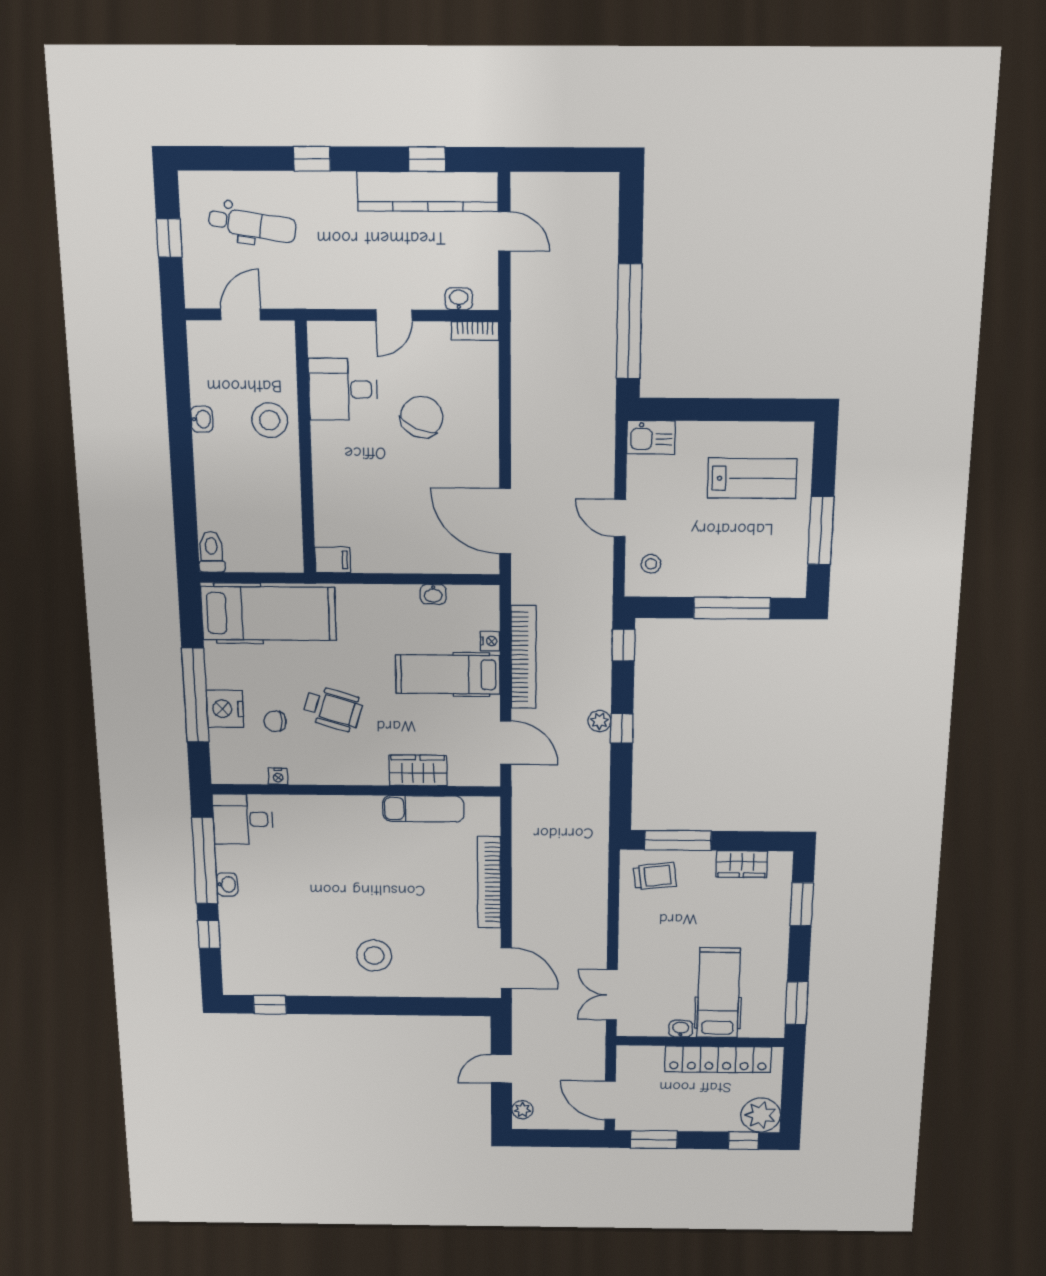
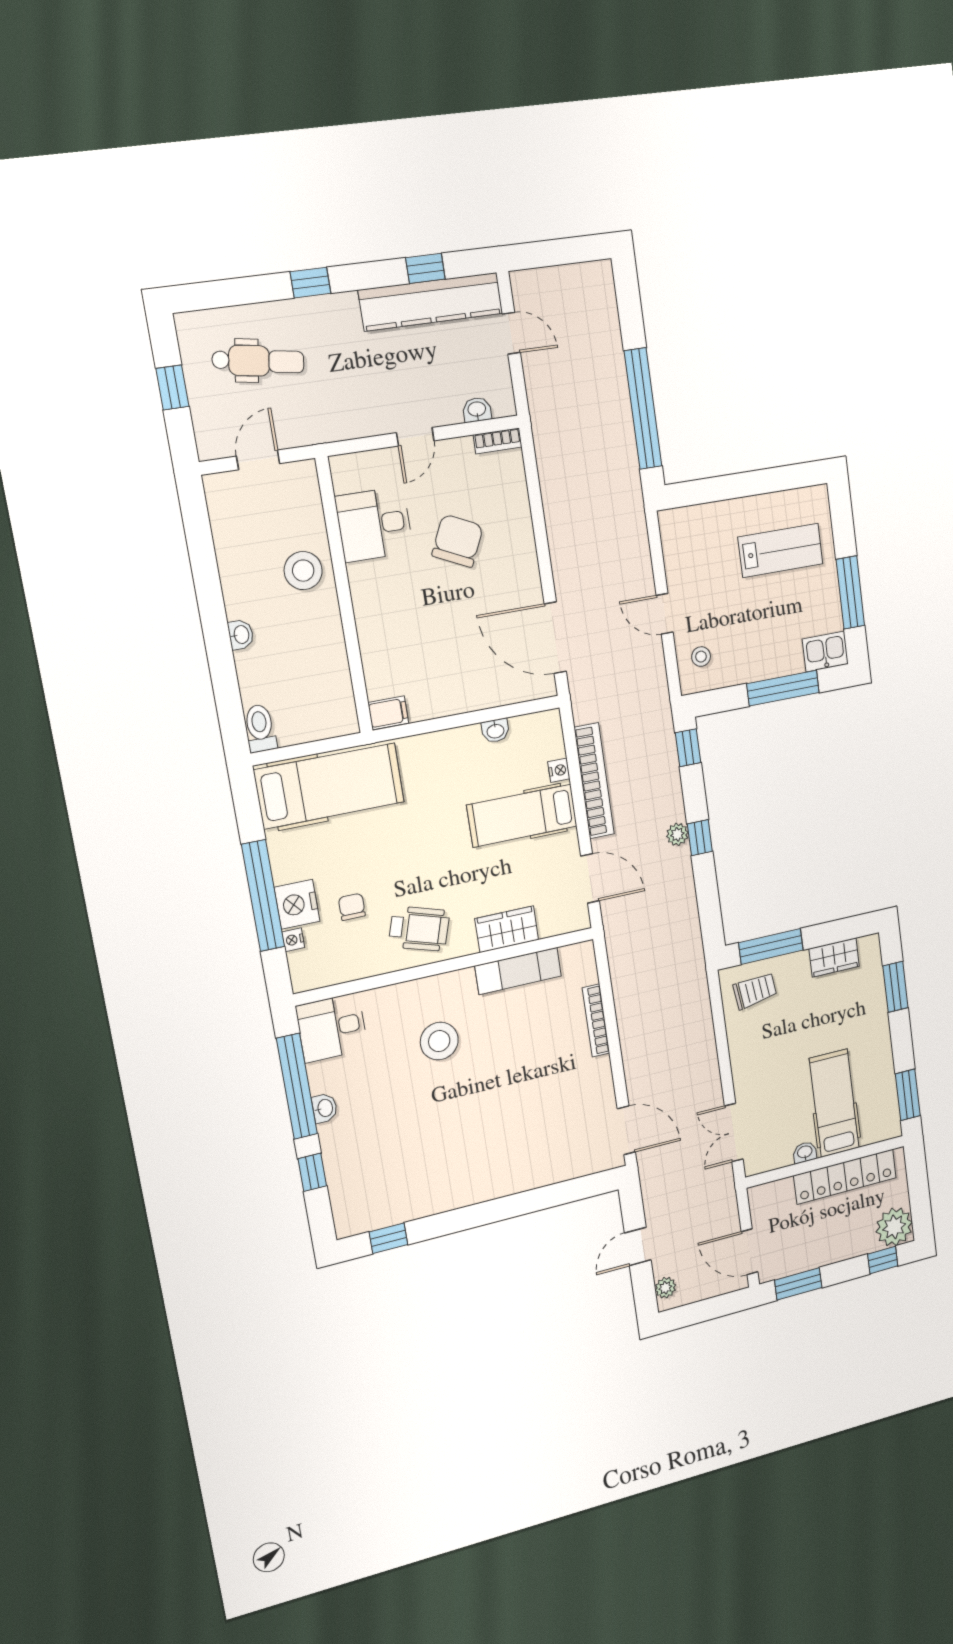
washbasin: (202, 419) -> (241, 635), moved
kitchen sink: (651, 437) -> (825, 652), moved, turned 180
wheelchair: (333, 709) -> (419, 929), moved
chair: (275, 721) -> (352, 907), turned 90
nightstand: (278, 776) -> (293, 940), moved, turned 90
bookcase: (489, 882) -> (596, 1020), width x0.68, depth x0.76
stool: (374, 955) -> (439, 1041), moved

